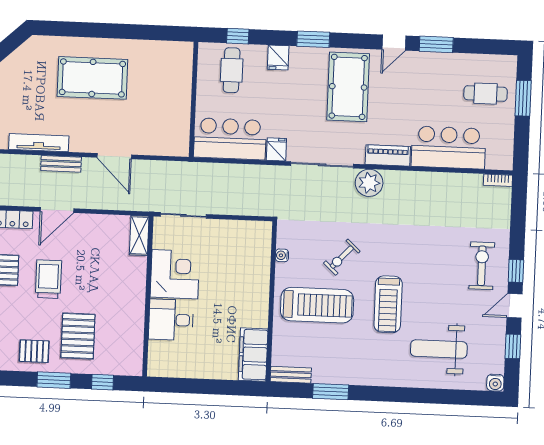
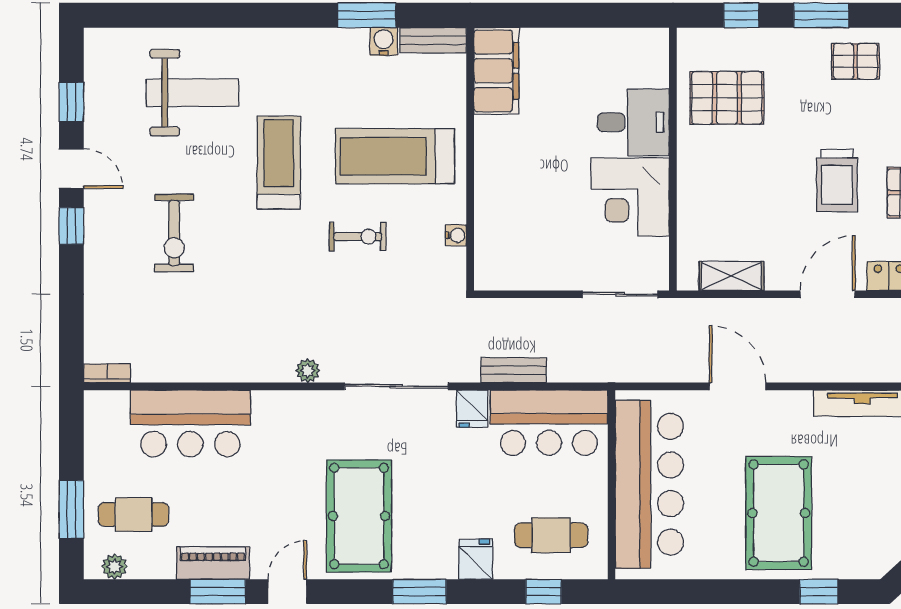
window: (70, 29) -> (819, 592), added
plant: (498, 62) -> (115, 567), added
cafe table: (232, 70) -> (551, 535), turned 90
pool table: (92, 78) -> (779, 513), turned 90
bar counter: (170, 99) -> (649, 484), added
piano: (388, 155) -> (213, 563), moved, turned 180
bench: (61, 164) -> (514, 370), moved
plant: (369, 183) -> (308, 371), width x0.53, depth x0.53
shelving: (139, 235) -> (731, 276), moved, turned 90
exercise bike: (342, 257) -> (358, 237), turned 47
exercise bike: (482, 266) -> (174, 233), moved
door: (515, 306) -> (71, 169), hinge flipped
pallet: (78, 336) -> (727, 98), moved, turned 90
water cooler: (495, 383) -> (384, 41), moved

